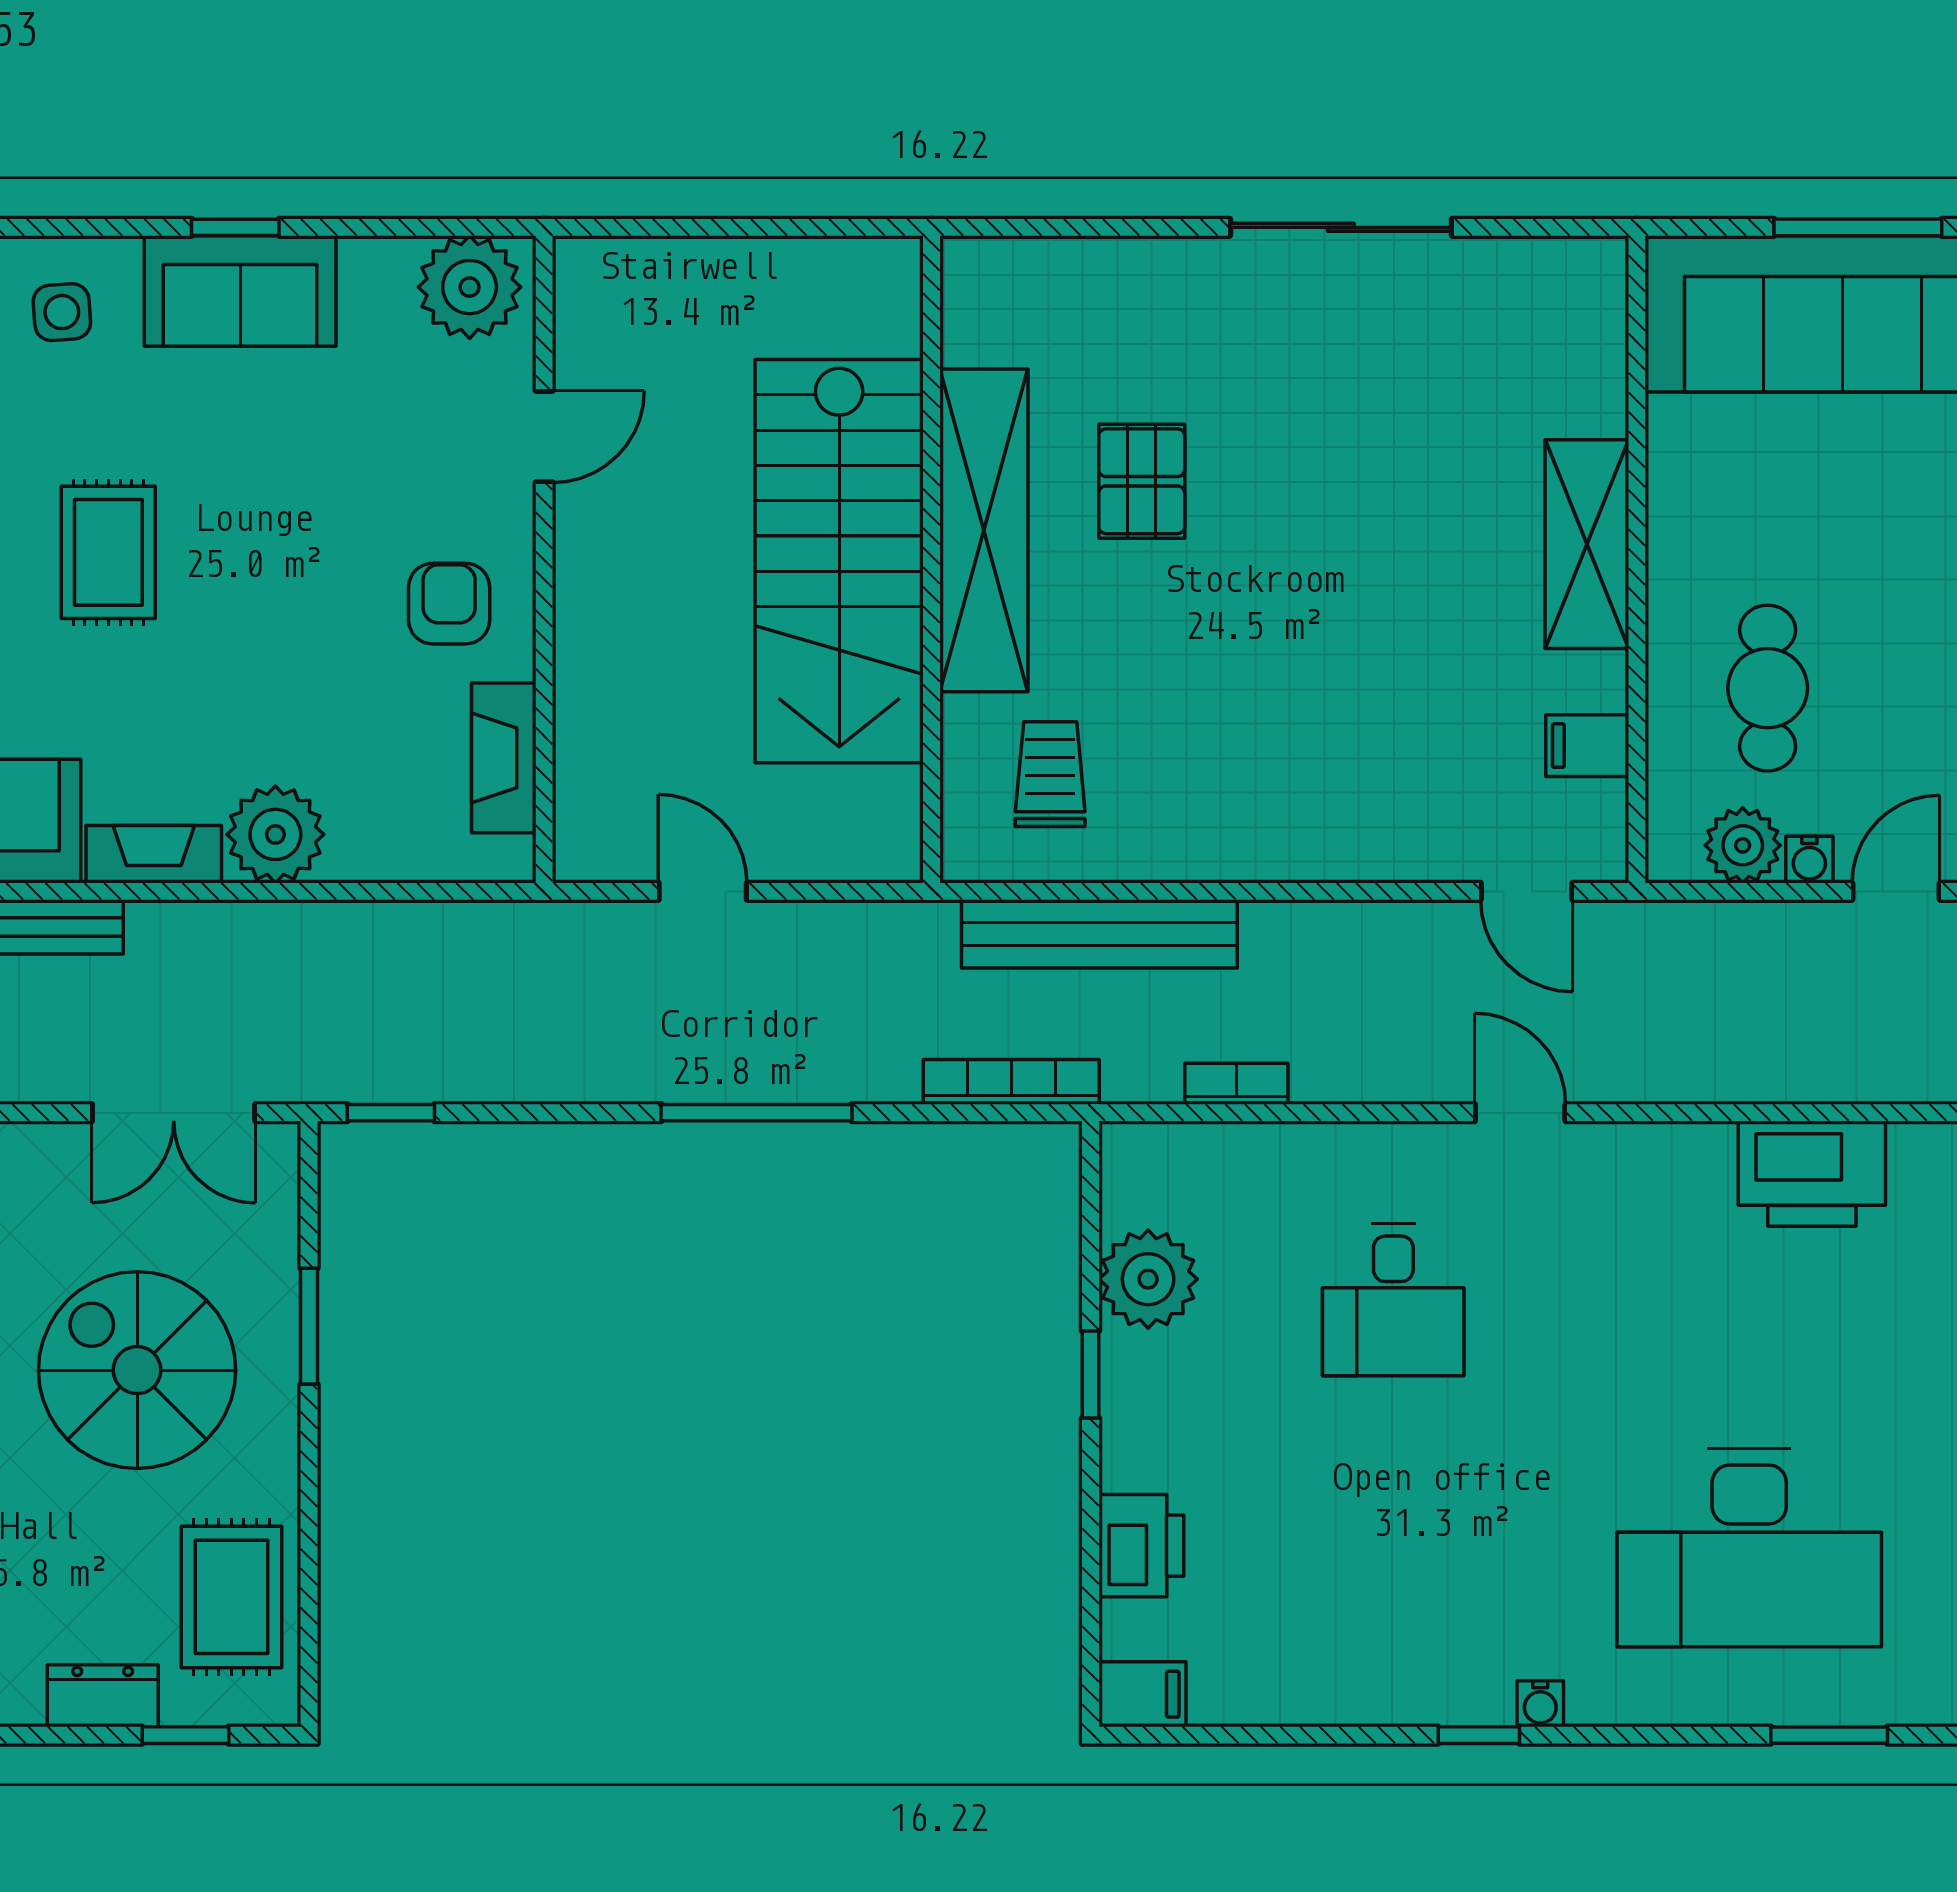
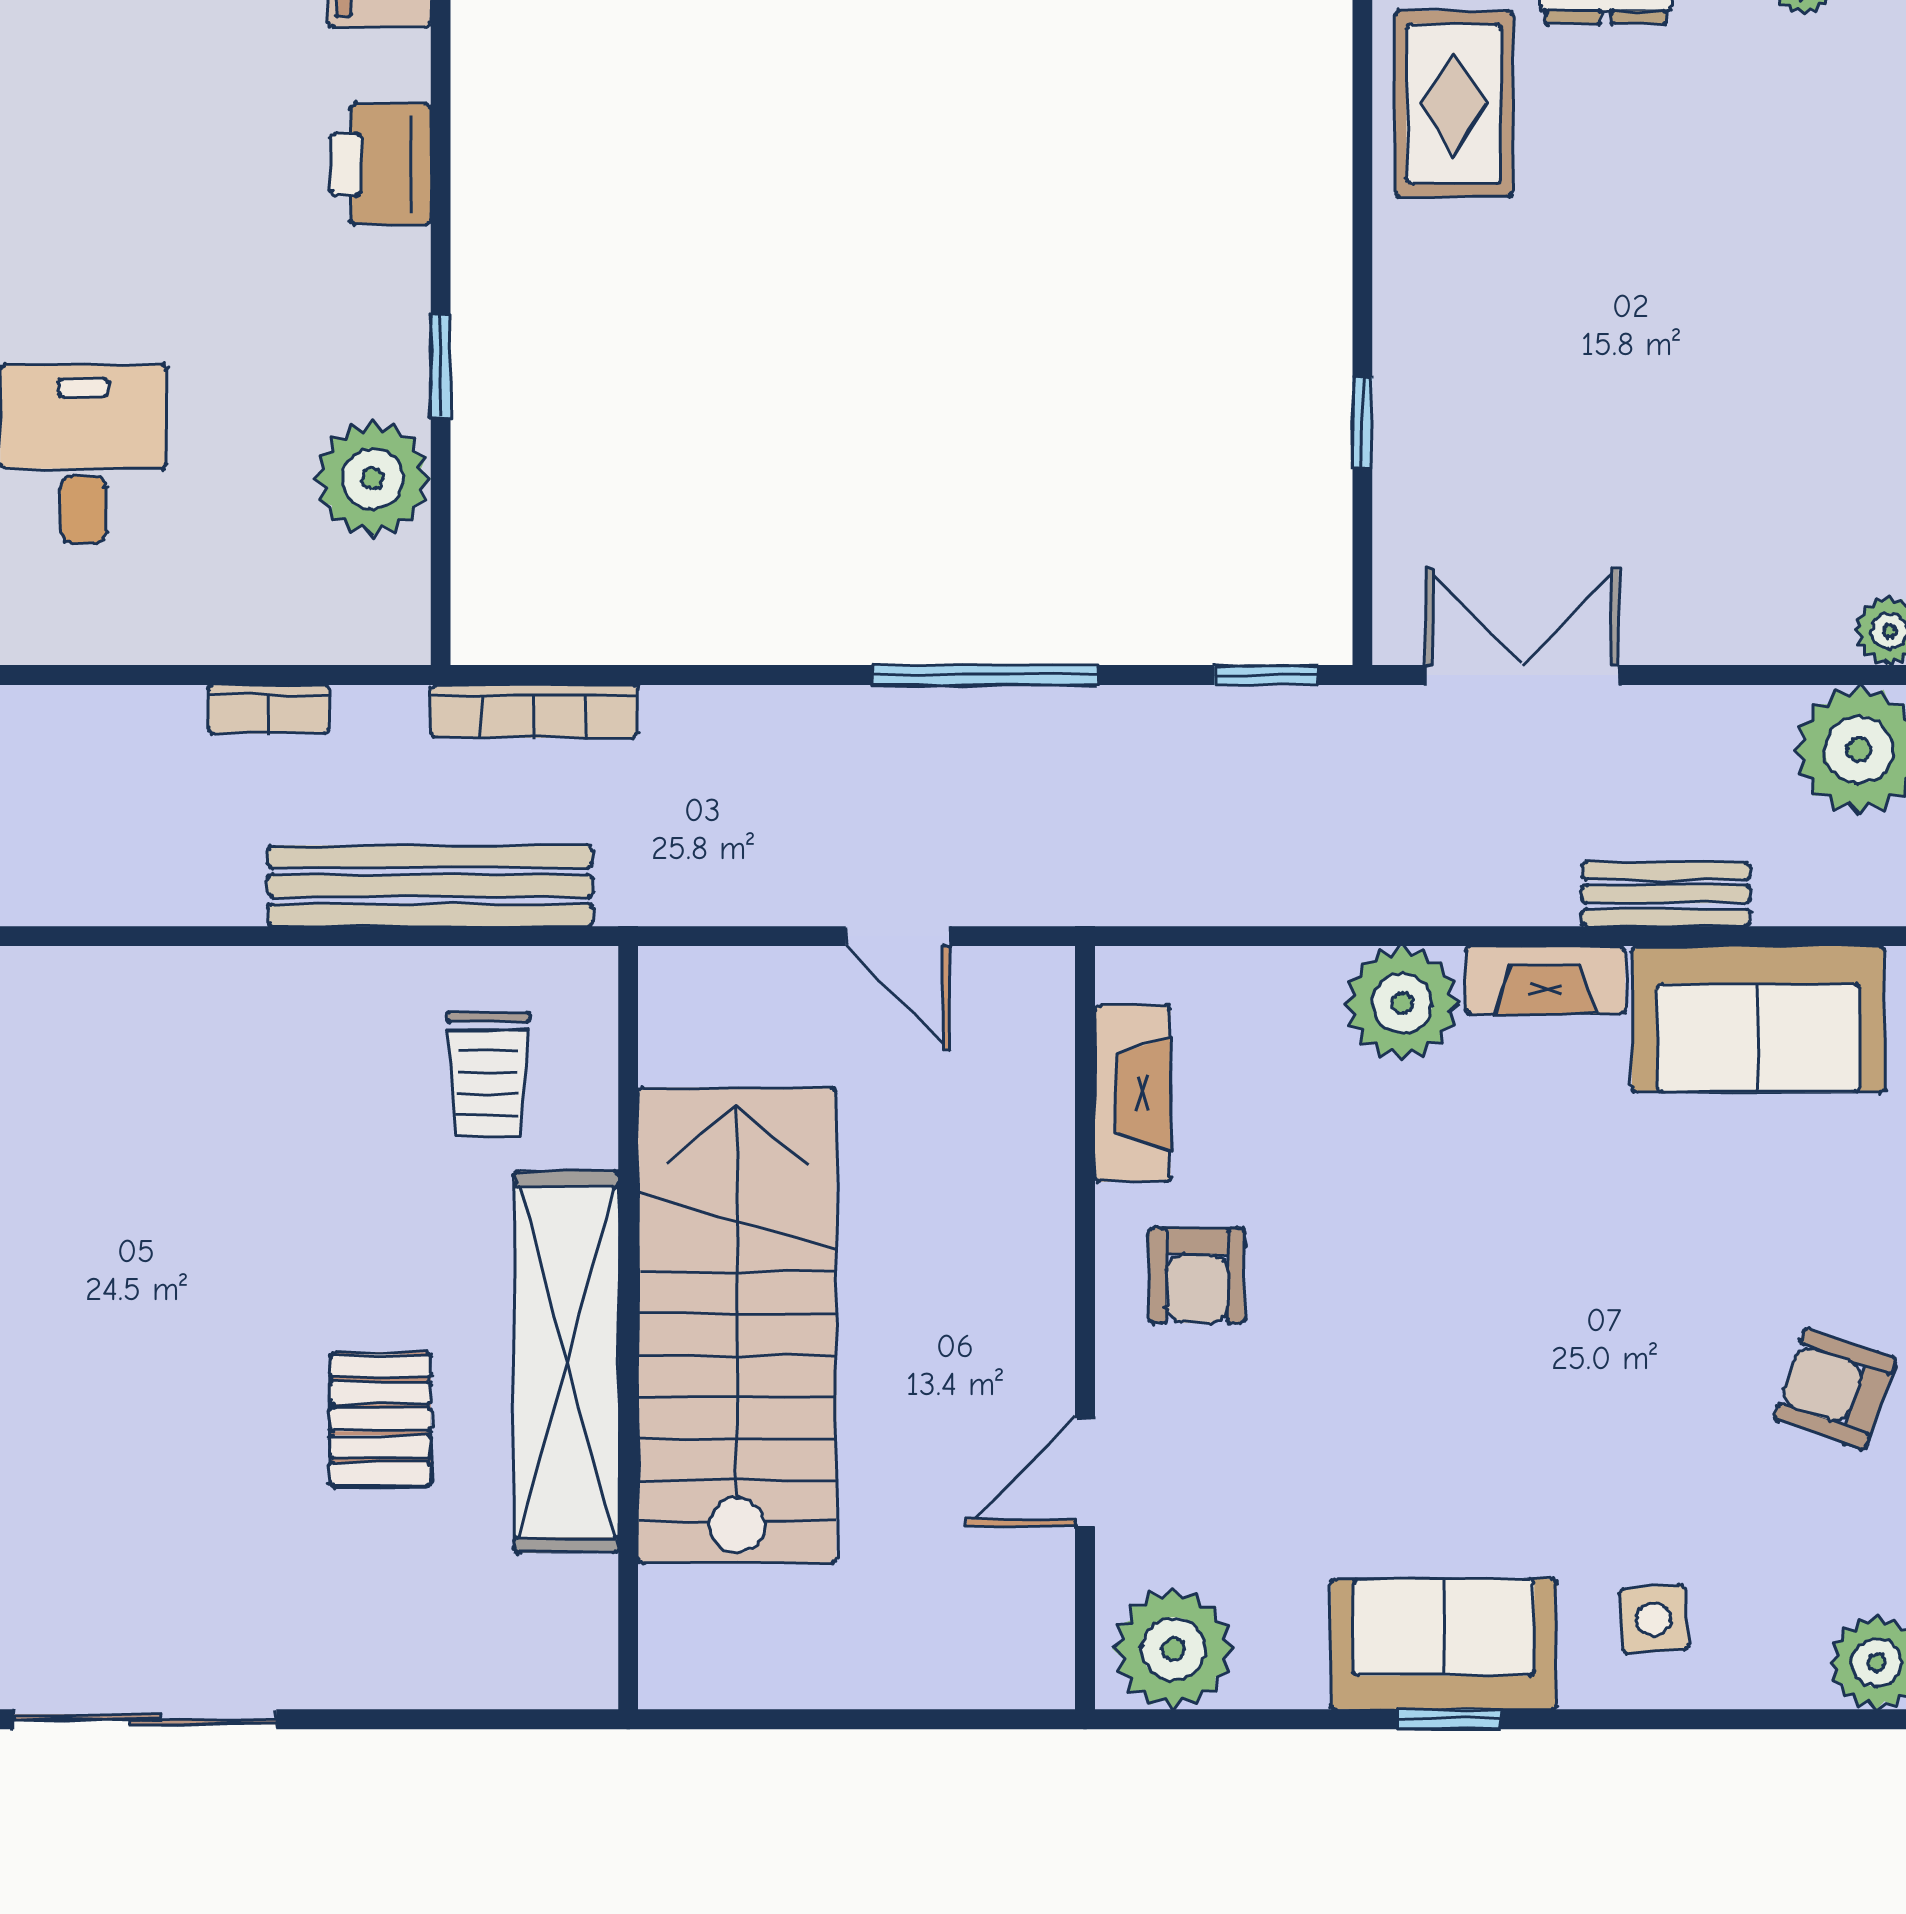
rug: (108, 552) -> (1599, 1336), removed
window: (756, 1113) -> (985, 675), moved
window: (309, 1326) -> (1362, 423), width x0.67
spiral stairs: (137, 1370) -> (1565, 371), removed

